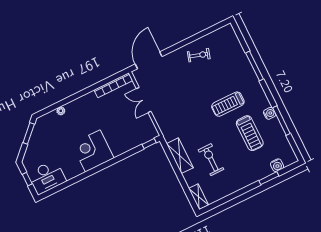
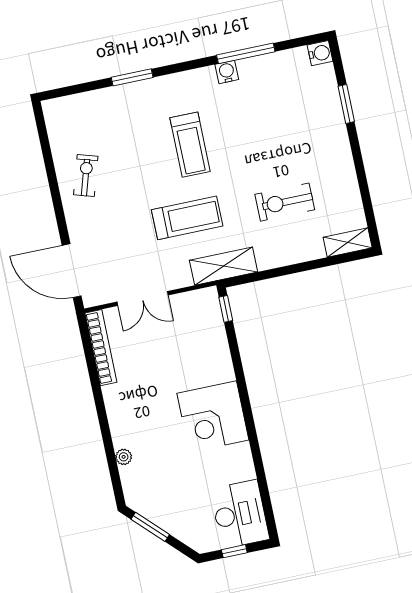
window: (255, 66) -> (132, 77), width x0.69
treadmill: (250, 133) -> (187, 218), moved
shelving: (180, 156) -> (224, 266), moved
water cooler: (277, 165) -> (320, 53), moved

